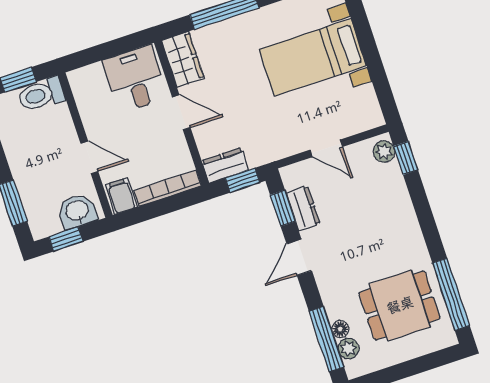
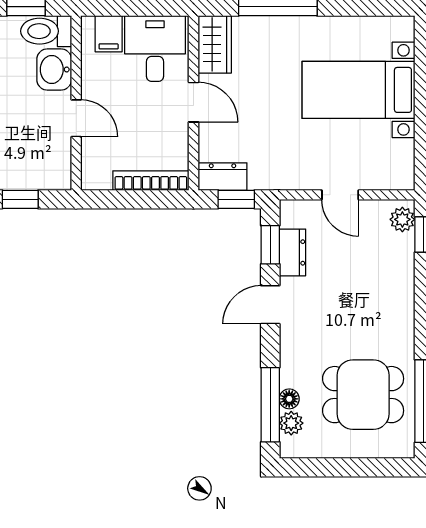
filing cabinet: (121, 196) -> (109, 34), moved, turned 180
washbasin: (77, 211) -> (54, 69), moved, turned -90

